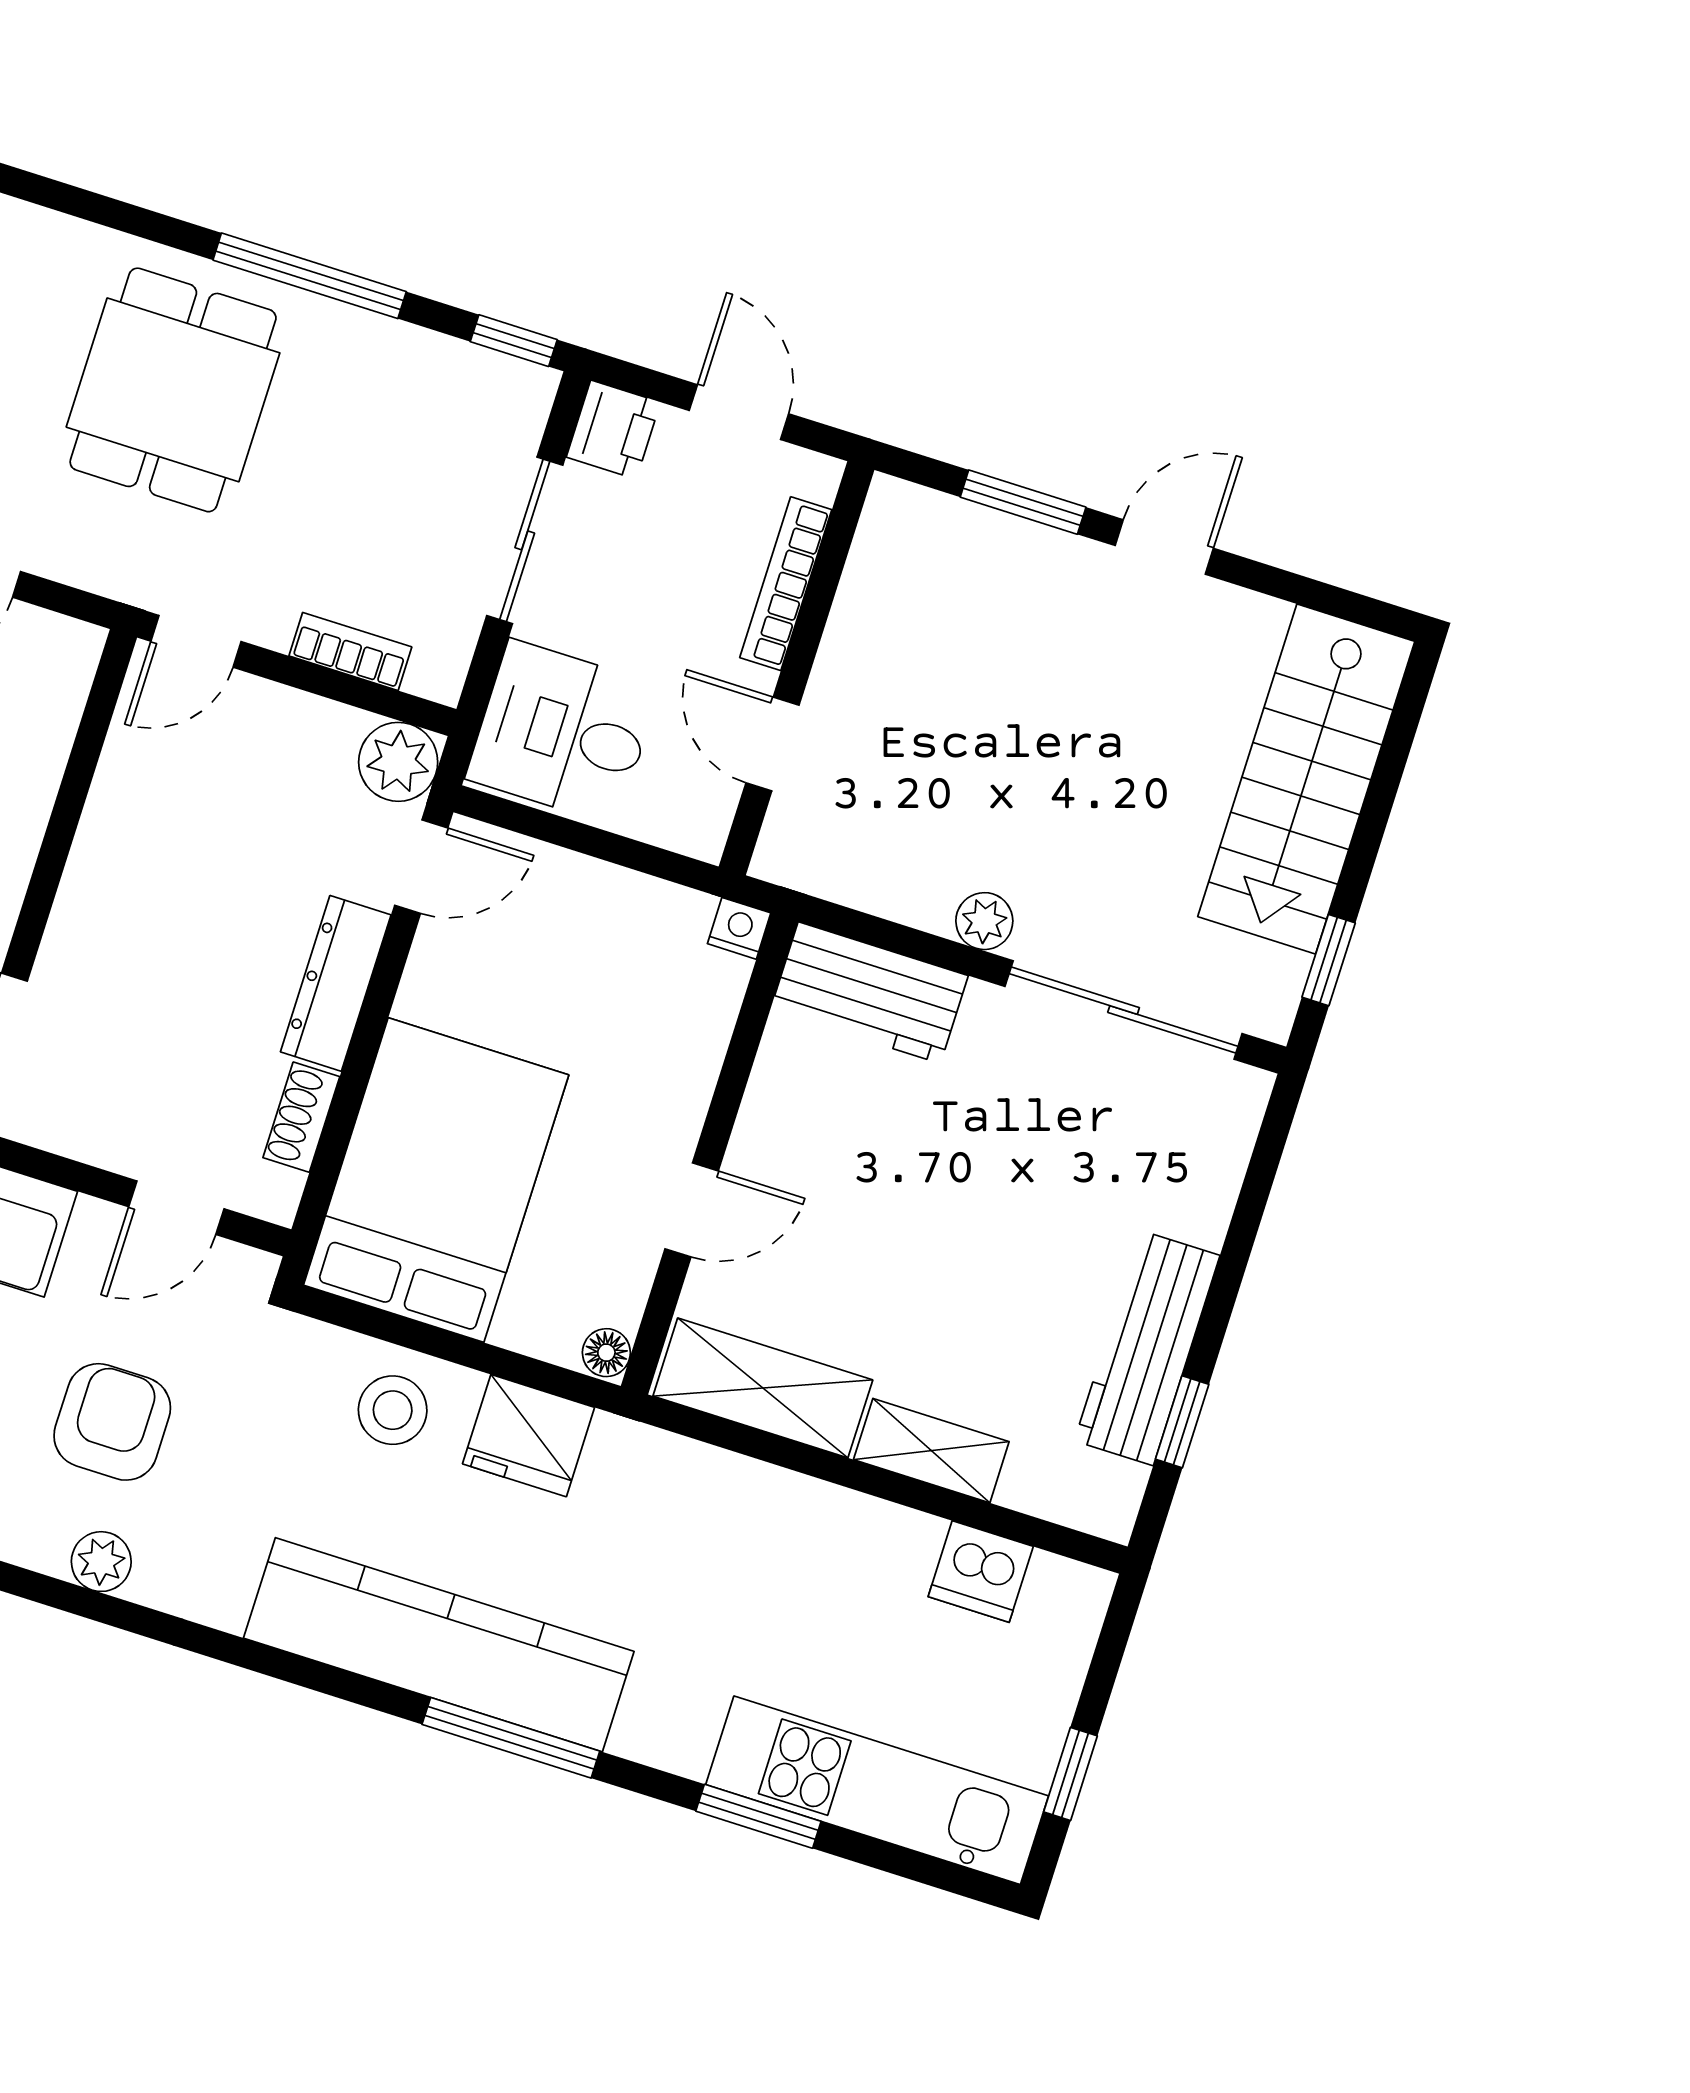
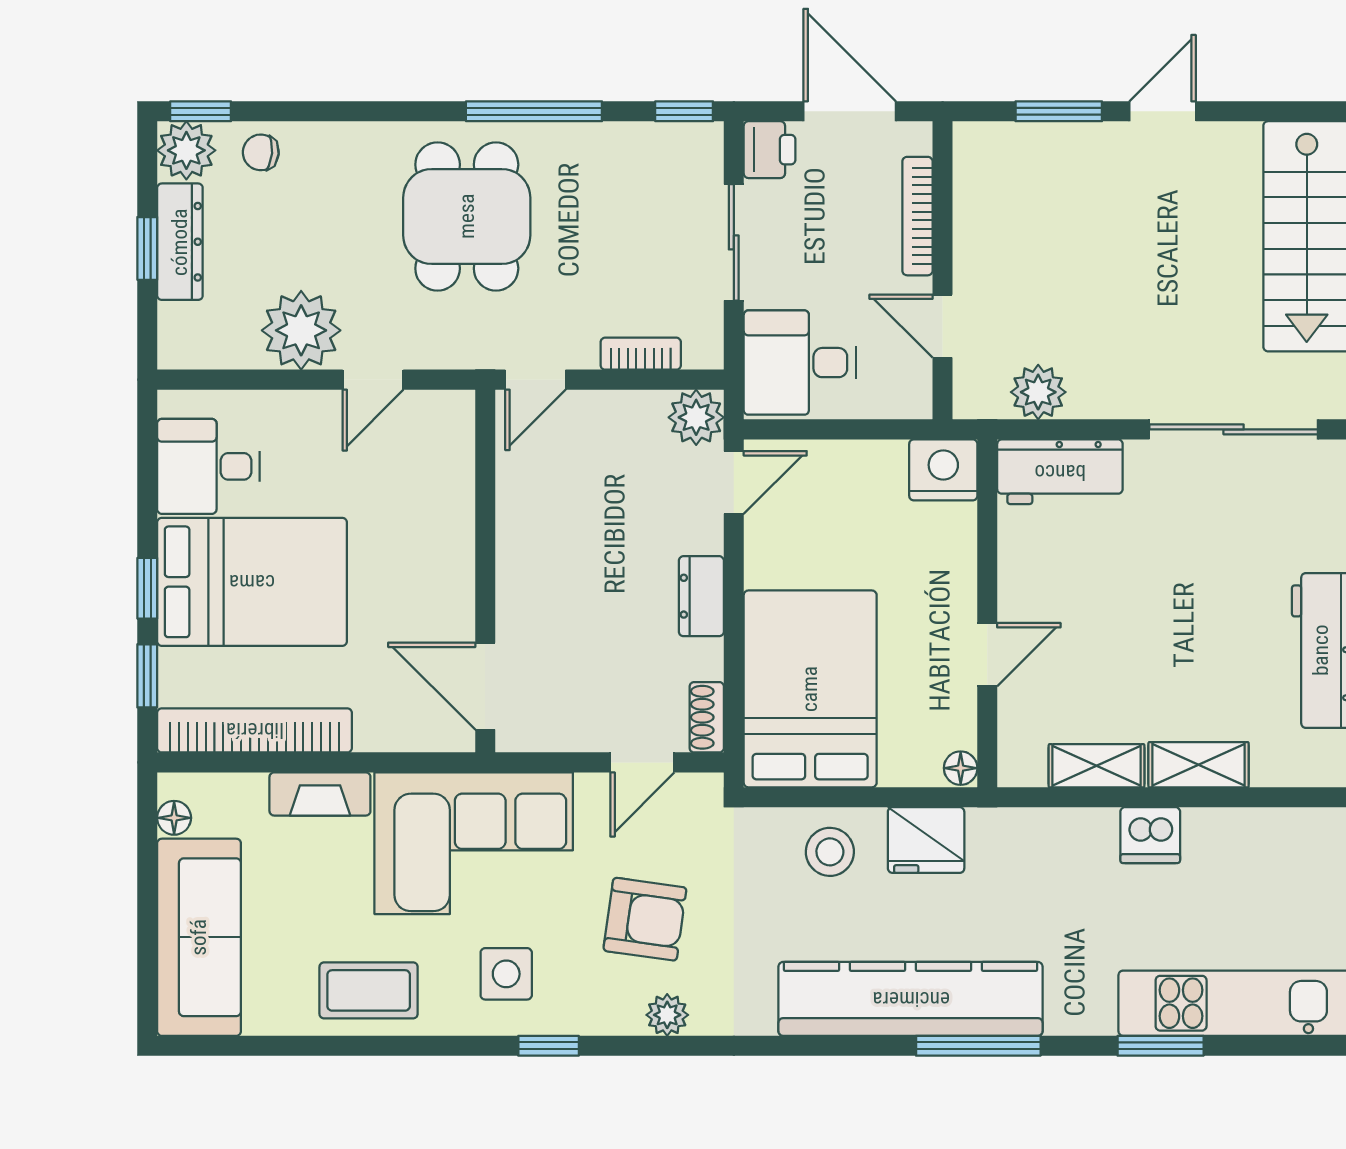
door: (739, 412) -> (850, 111), width x1.38
plant: (984, 921) -> (1038, 392), moved, width x1.38, depth x1.38
nightstand: (739, 928) -> (943, 470), width x1.89, depth x1.79
dresser: (336, 983) -> (701, 596), width x0.70
shoe rack: (301, 1117) -> (707, 717), moved
shelving: (763, 1388) -> (1097, 766), width x0.67, depth x0.75
armchair: (112, 1422) -> (645, 919), turned 98
dishwasher: (981, 1572) -> (1150, 835), moved

